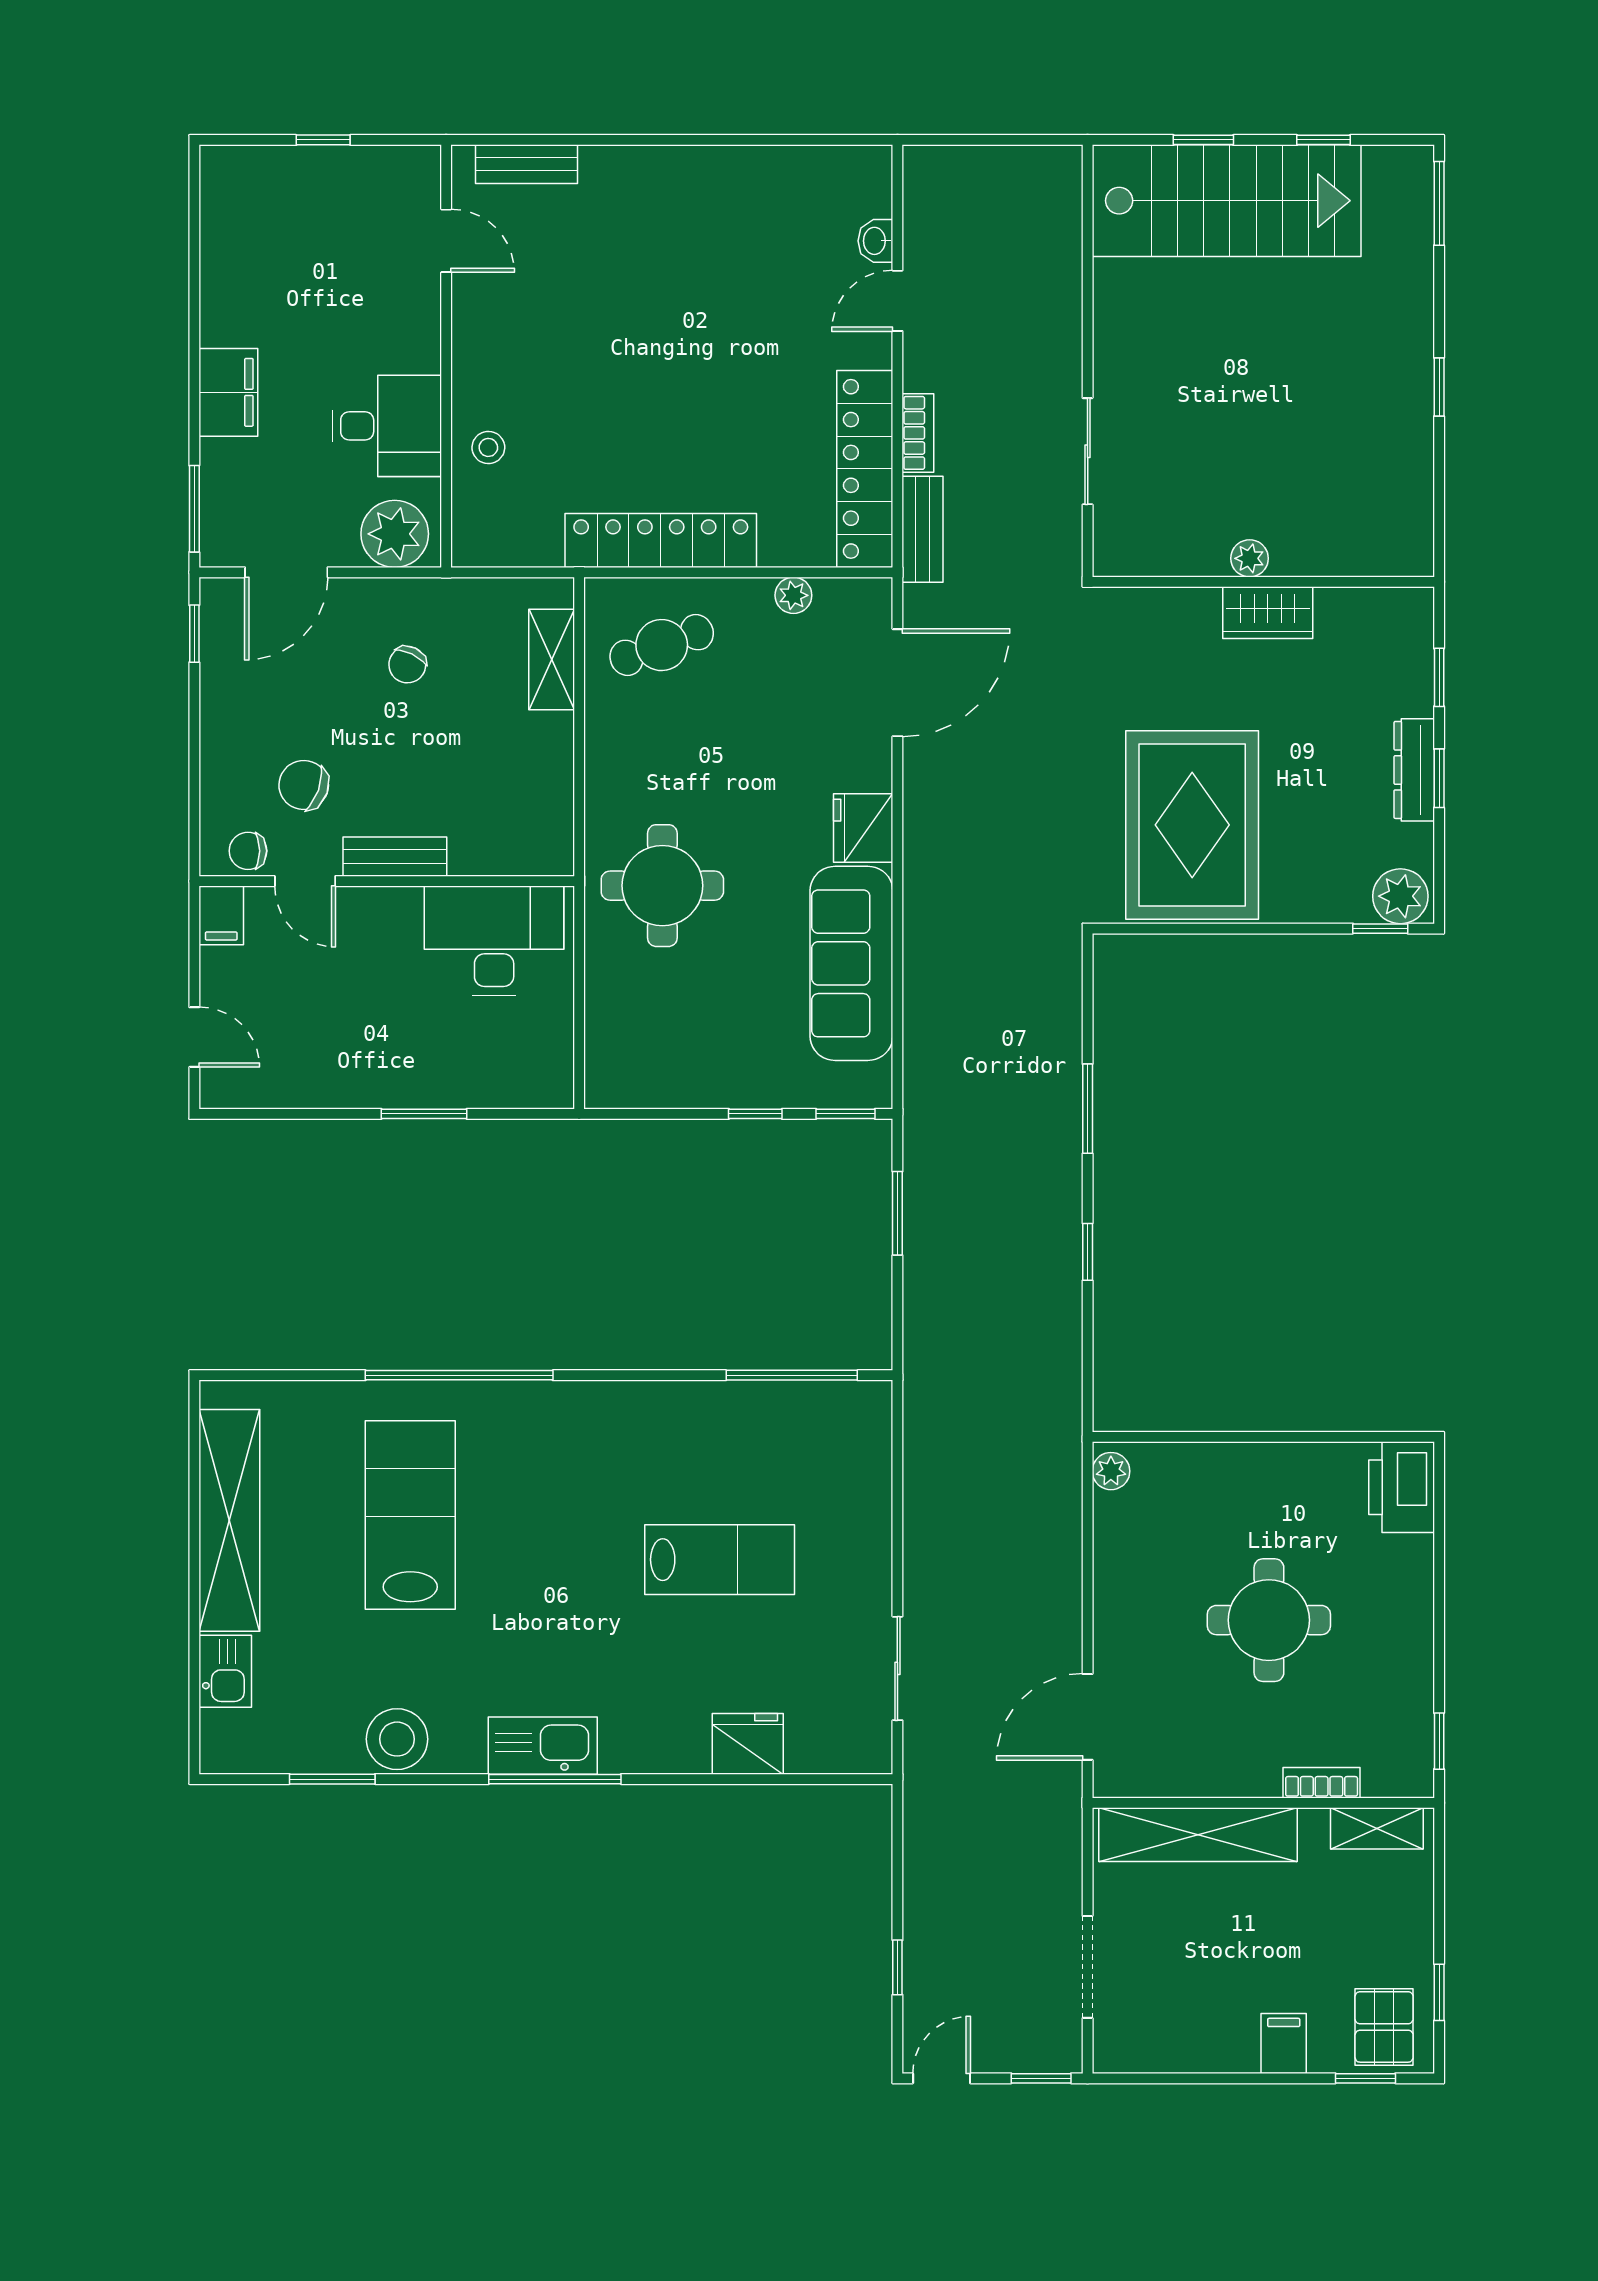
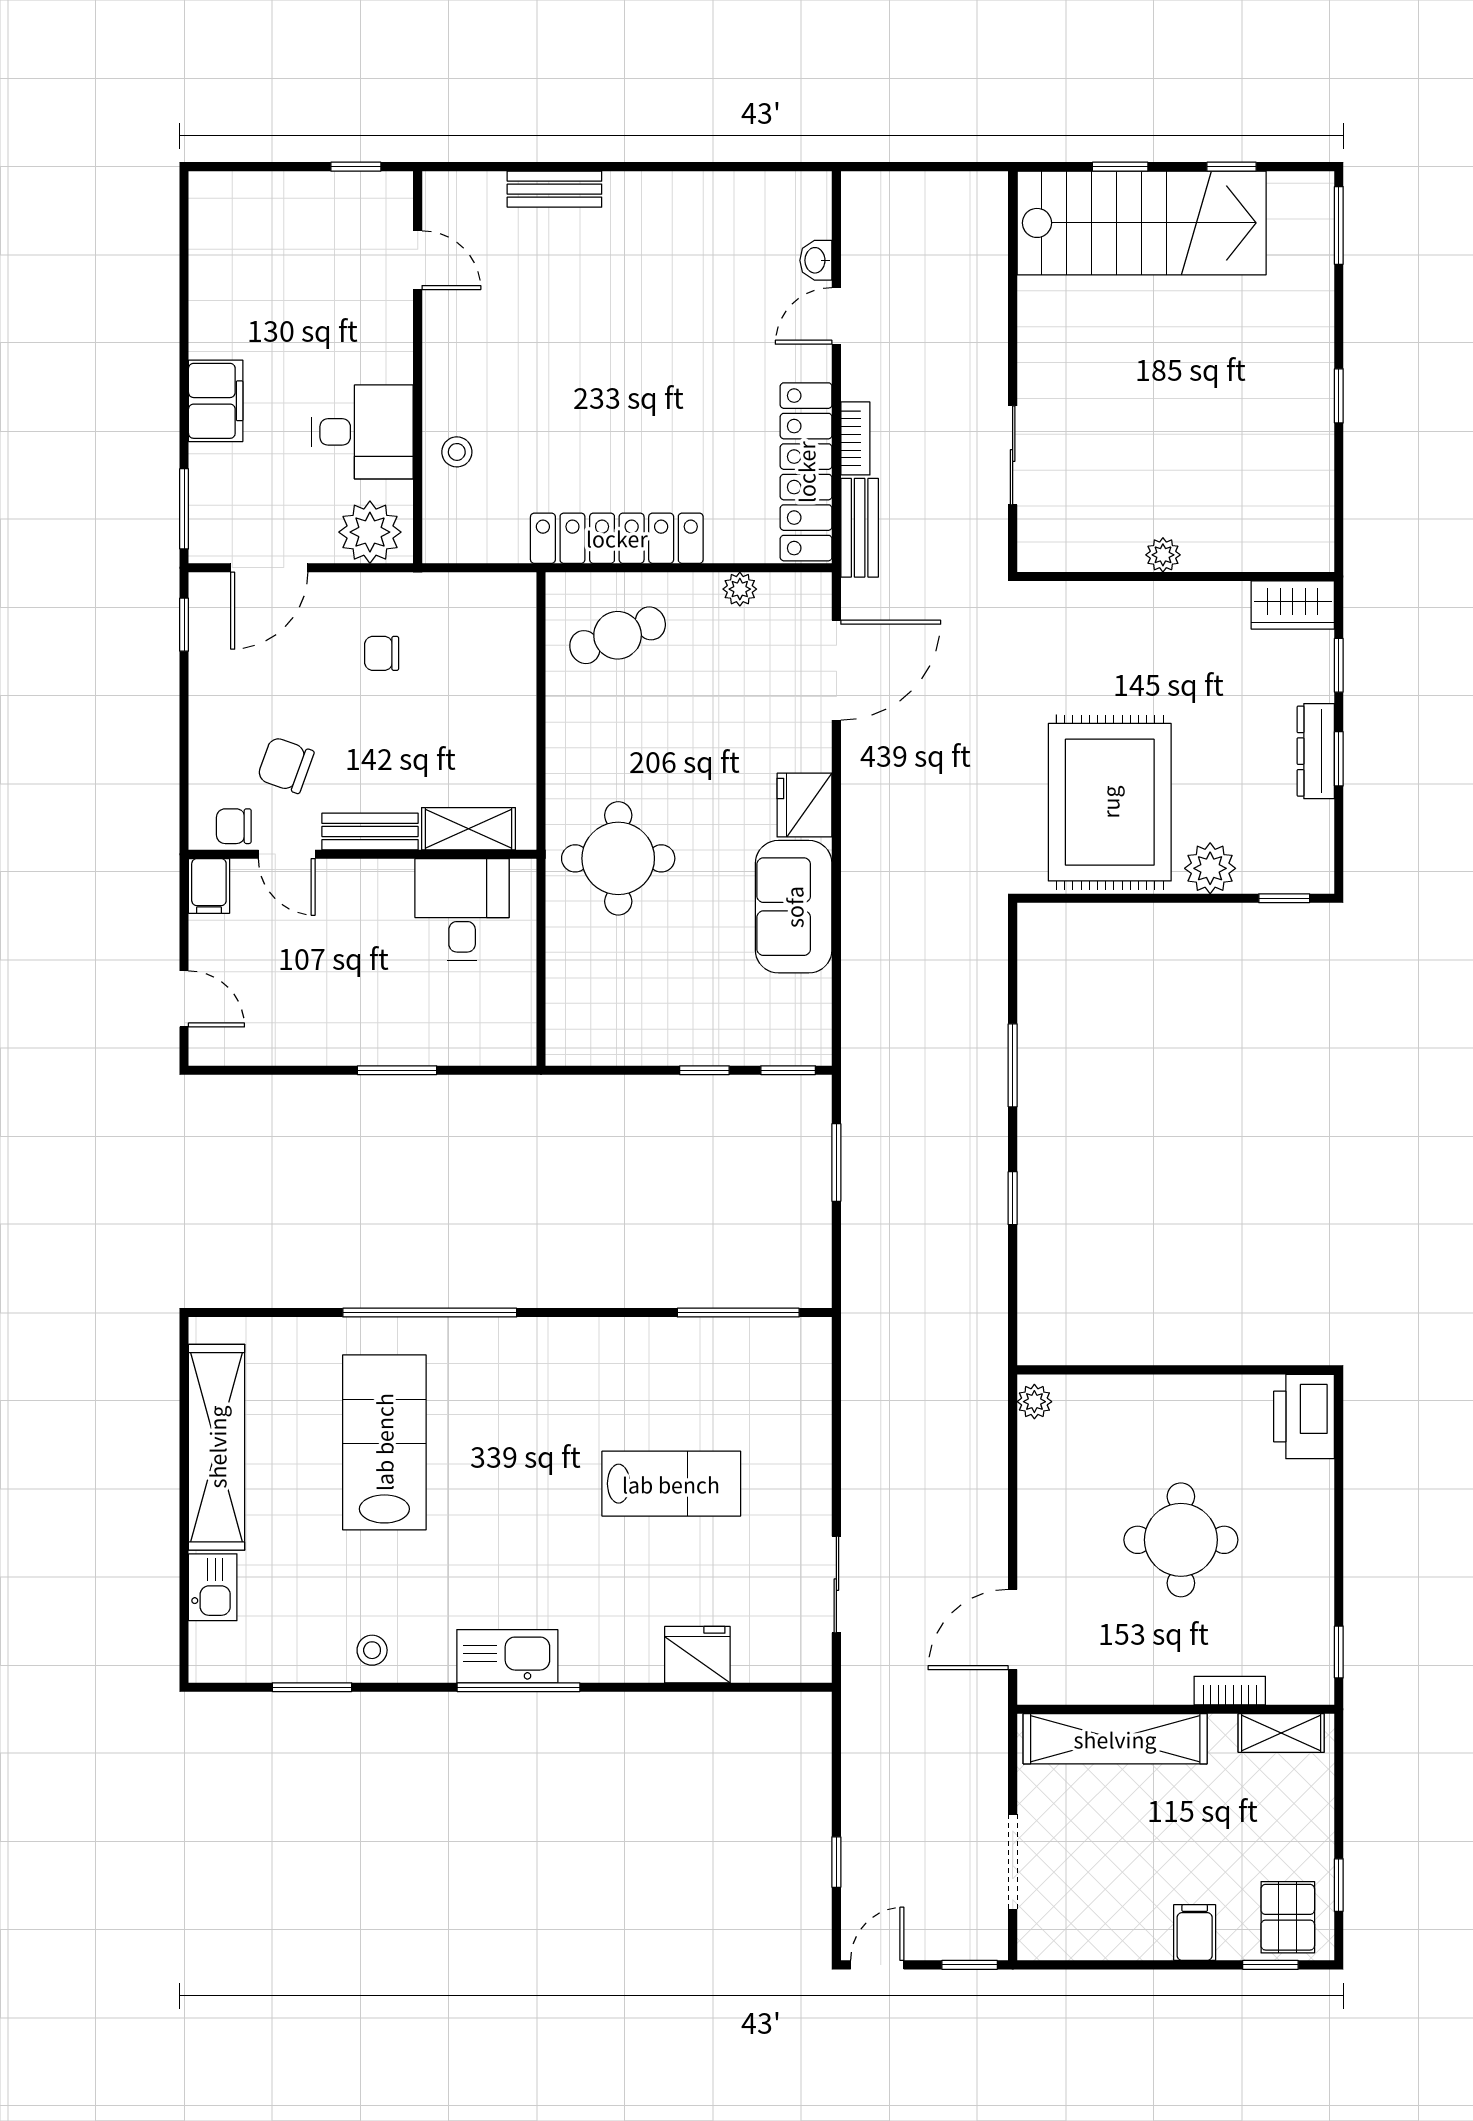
window: (323, 140) -> (356, 167), moved
bench: (526, 164) -> (554, 189), moved
wardrobe: (1268, 613) -> (1293, 605), moved
shelving: (552, 660) -> (468, 829), moved, turned 90
chair: (407, 665) -> (382, 653), turned 64
plant: (1400, 896) -> (1210, 868), moved
desk: (494, 941) -> (462, 909), width x0.73
sofa: (851, 963) -> (794, 907), width x0.73
stool: (397, 1739) -> (372, 1650), width x0.53, depth x0.53

